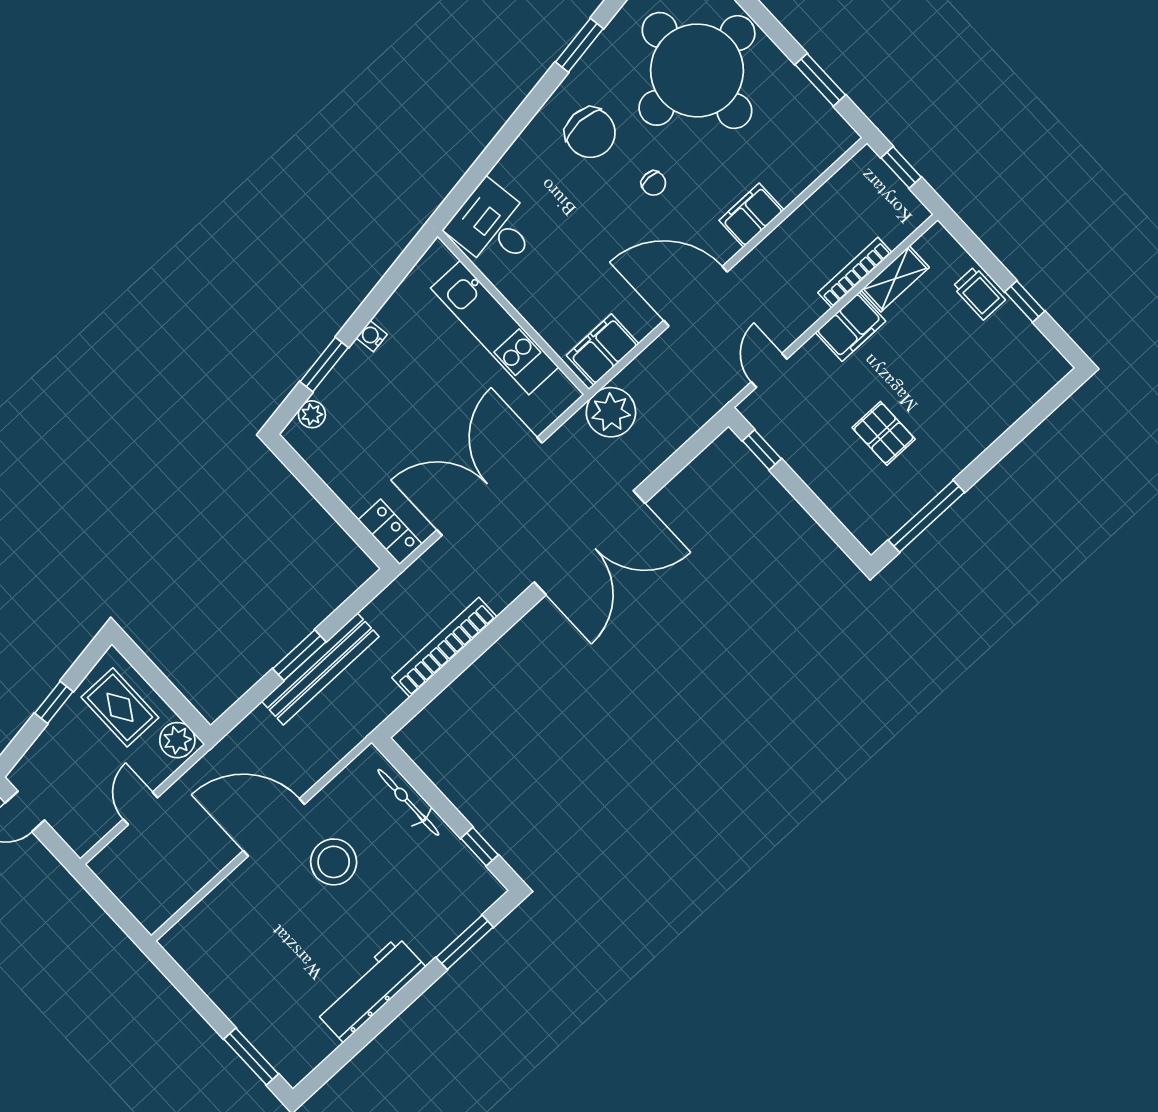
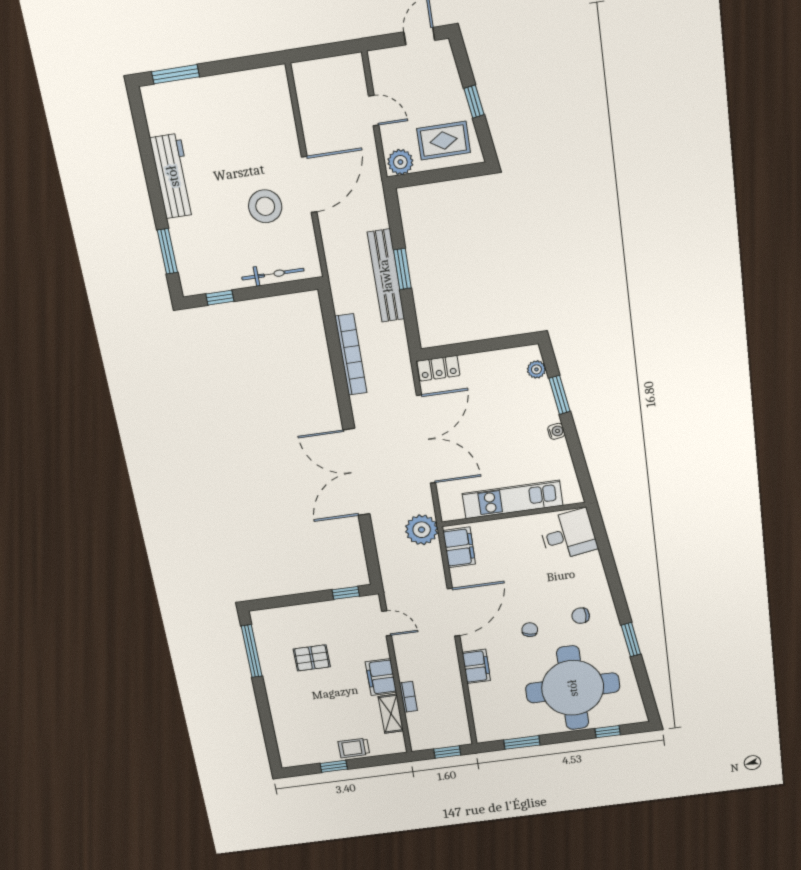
chair: (590, 133) -> (581, 616), width x0.54, depth x0.54
chair: (654, 183) -> (530, 630), turned 102
bookcase: (855, 273) -> (408, 697), width x0.64

